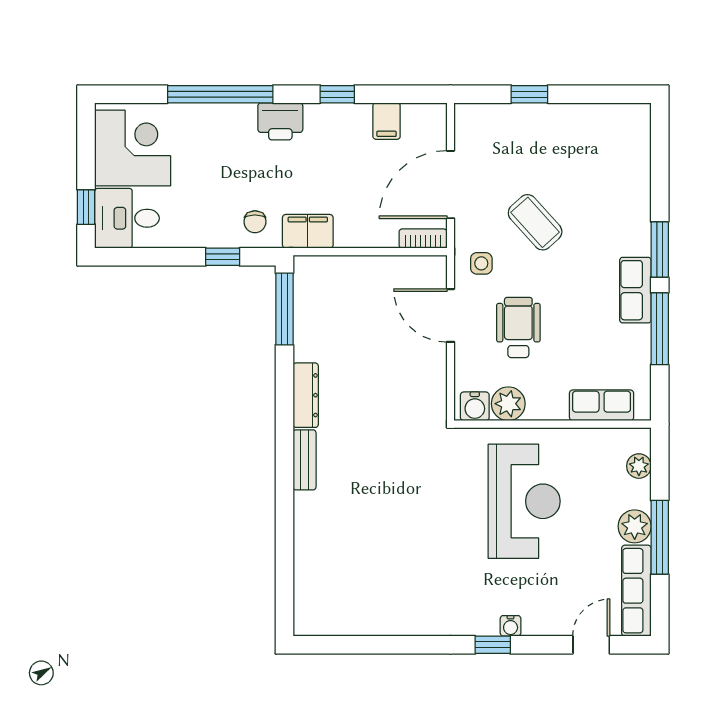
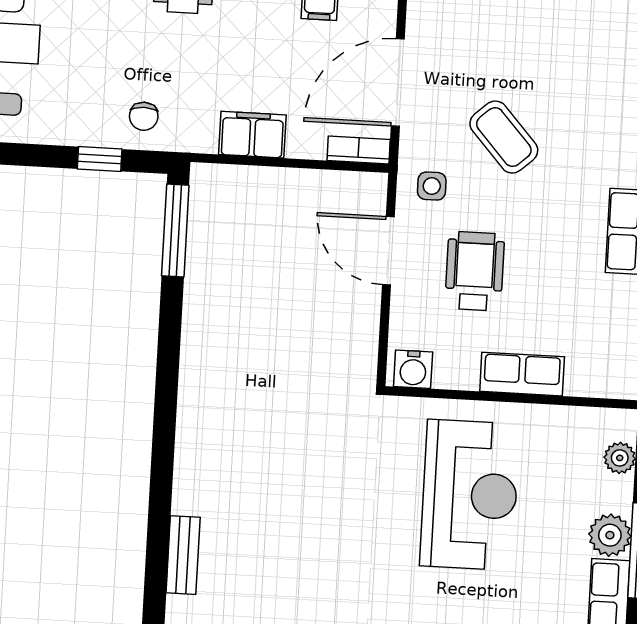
filing cabinet: (308, 231) -> (252, 135), moved
dresser: (306, 395) -> (196, 343), removed
plant: (508, 404) -> (456, 368), removed
row of seats: (602, 405) -> (522, 374), moved
bench: (305, 460) -> (183, 555), moved

